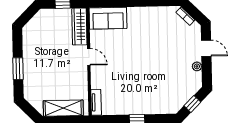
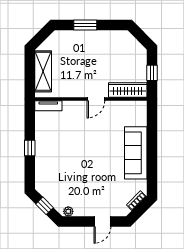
sofa: (108, 18) -> (136, 153), moved, width x1.36
plant: (197, 66) -> (68, 211), moved

